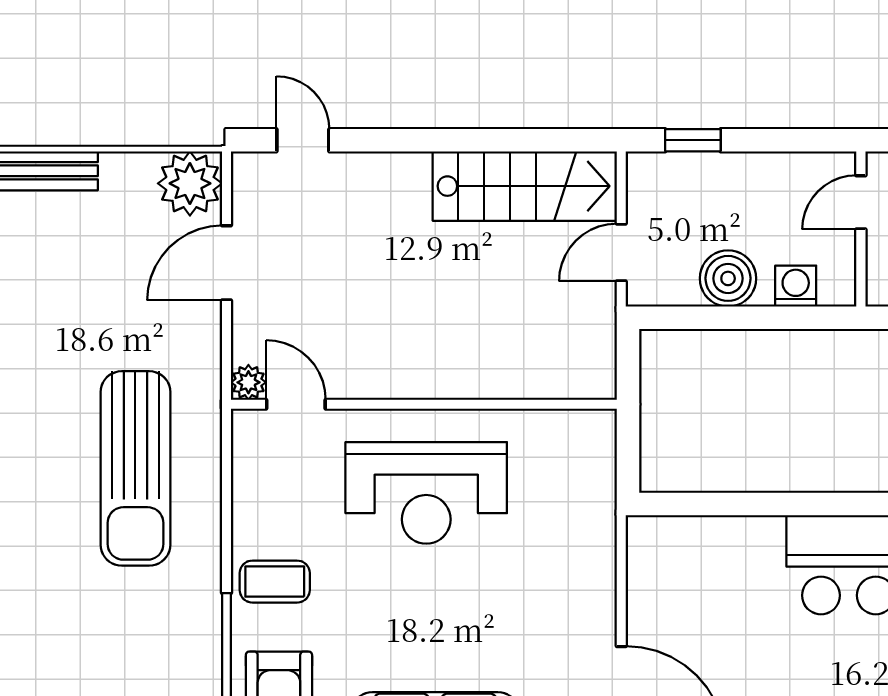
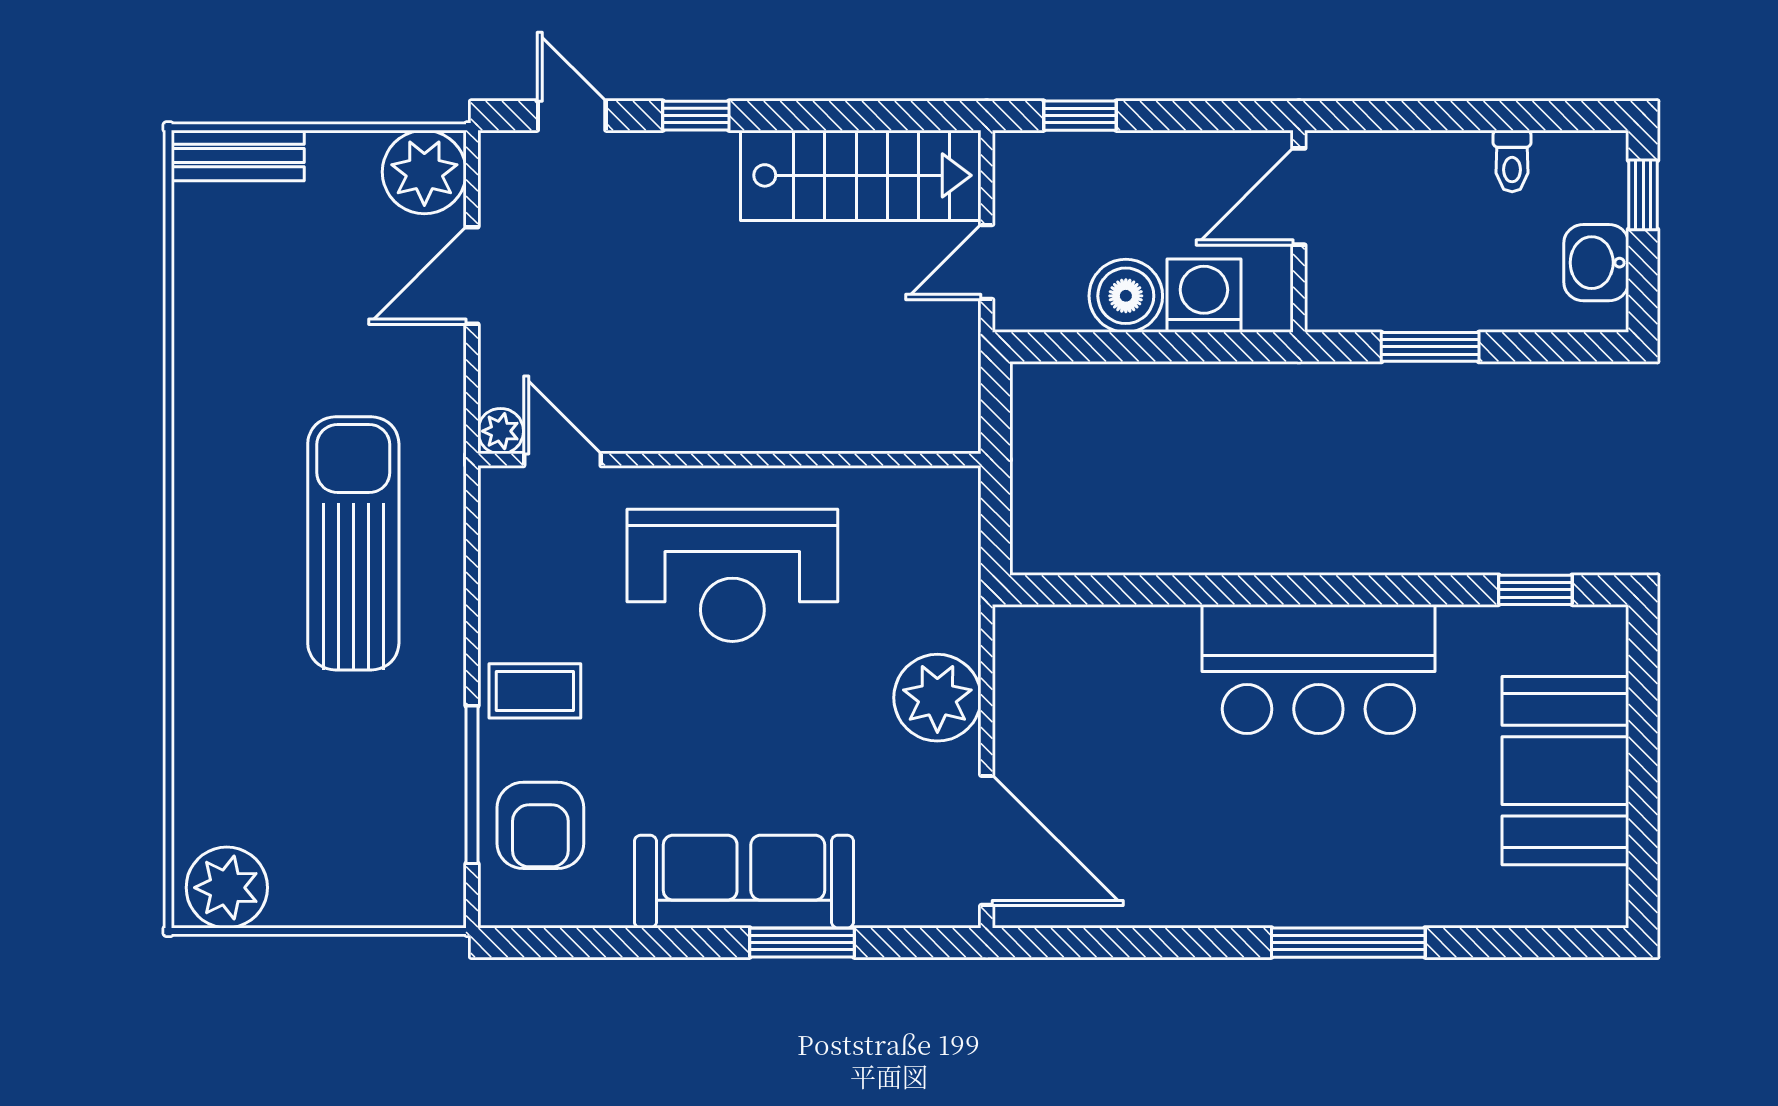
window: (398, 140) -> (696, 116), added
door: (861, 202) -> (1299, 197), width x1.38
washing machine: (796, 286) -> (1204, 296), width x1.38, depth x1.38
sun lounger: (135, 468) -> (353, 543), turned 180
plant: (583, 587) -> (937, 698), added

